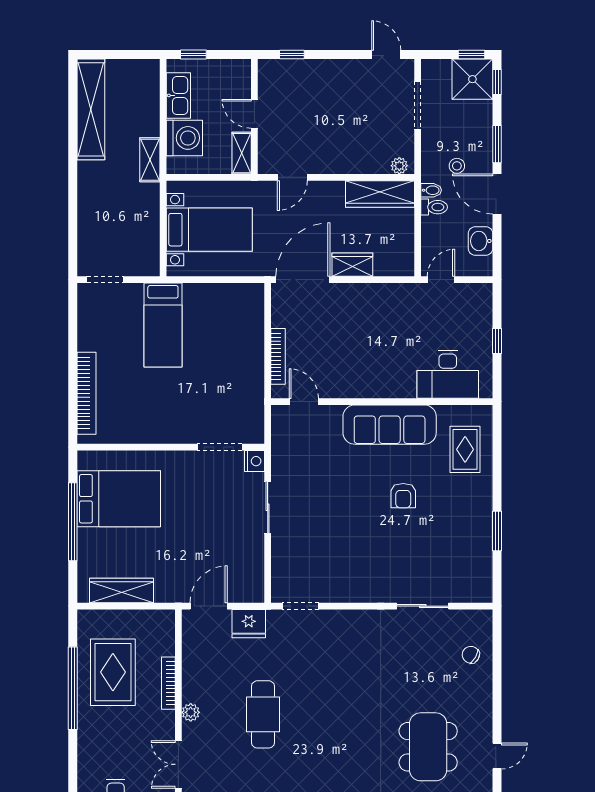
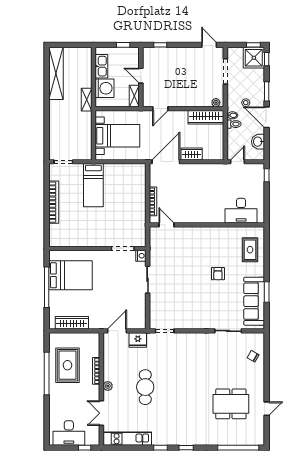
window: (193, 55) -> (123, 45), moved
window: (497, 341) -> (267, 175), moved
bookcase: (87, 393) -> (54, 202), moved
sofa: (390, 425) -> (254, 301), moved, turned 90
dining table: (428, 747) -> (231, 404), turned 90

